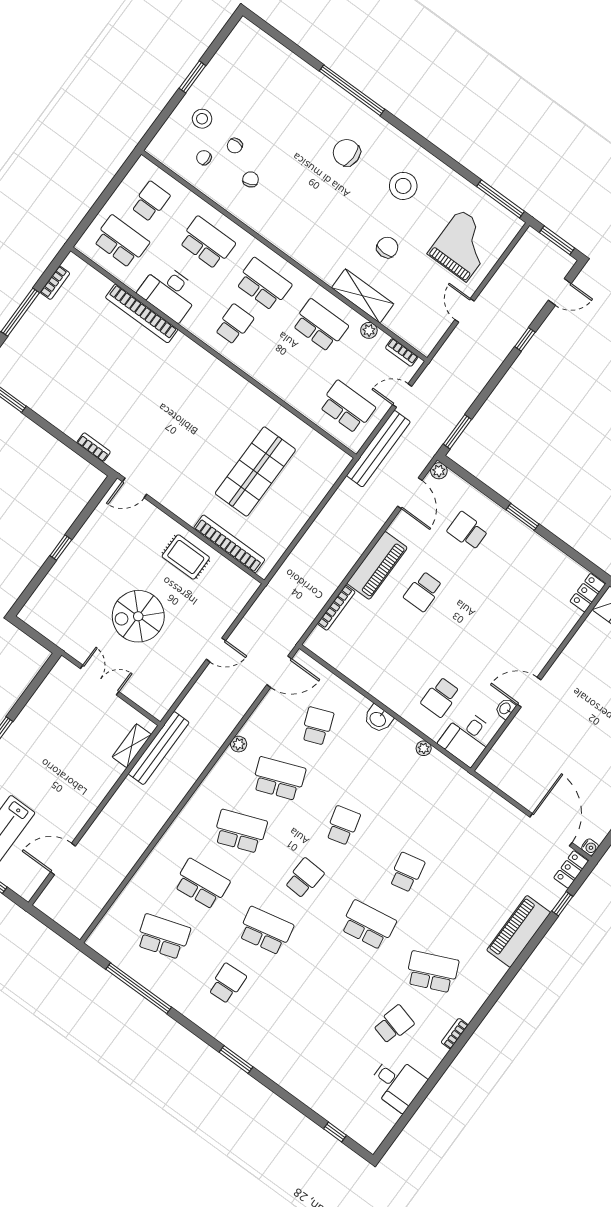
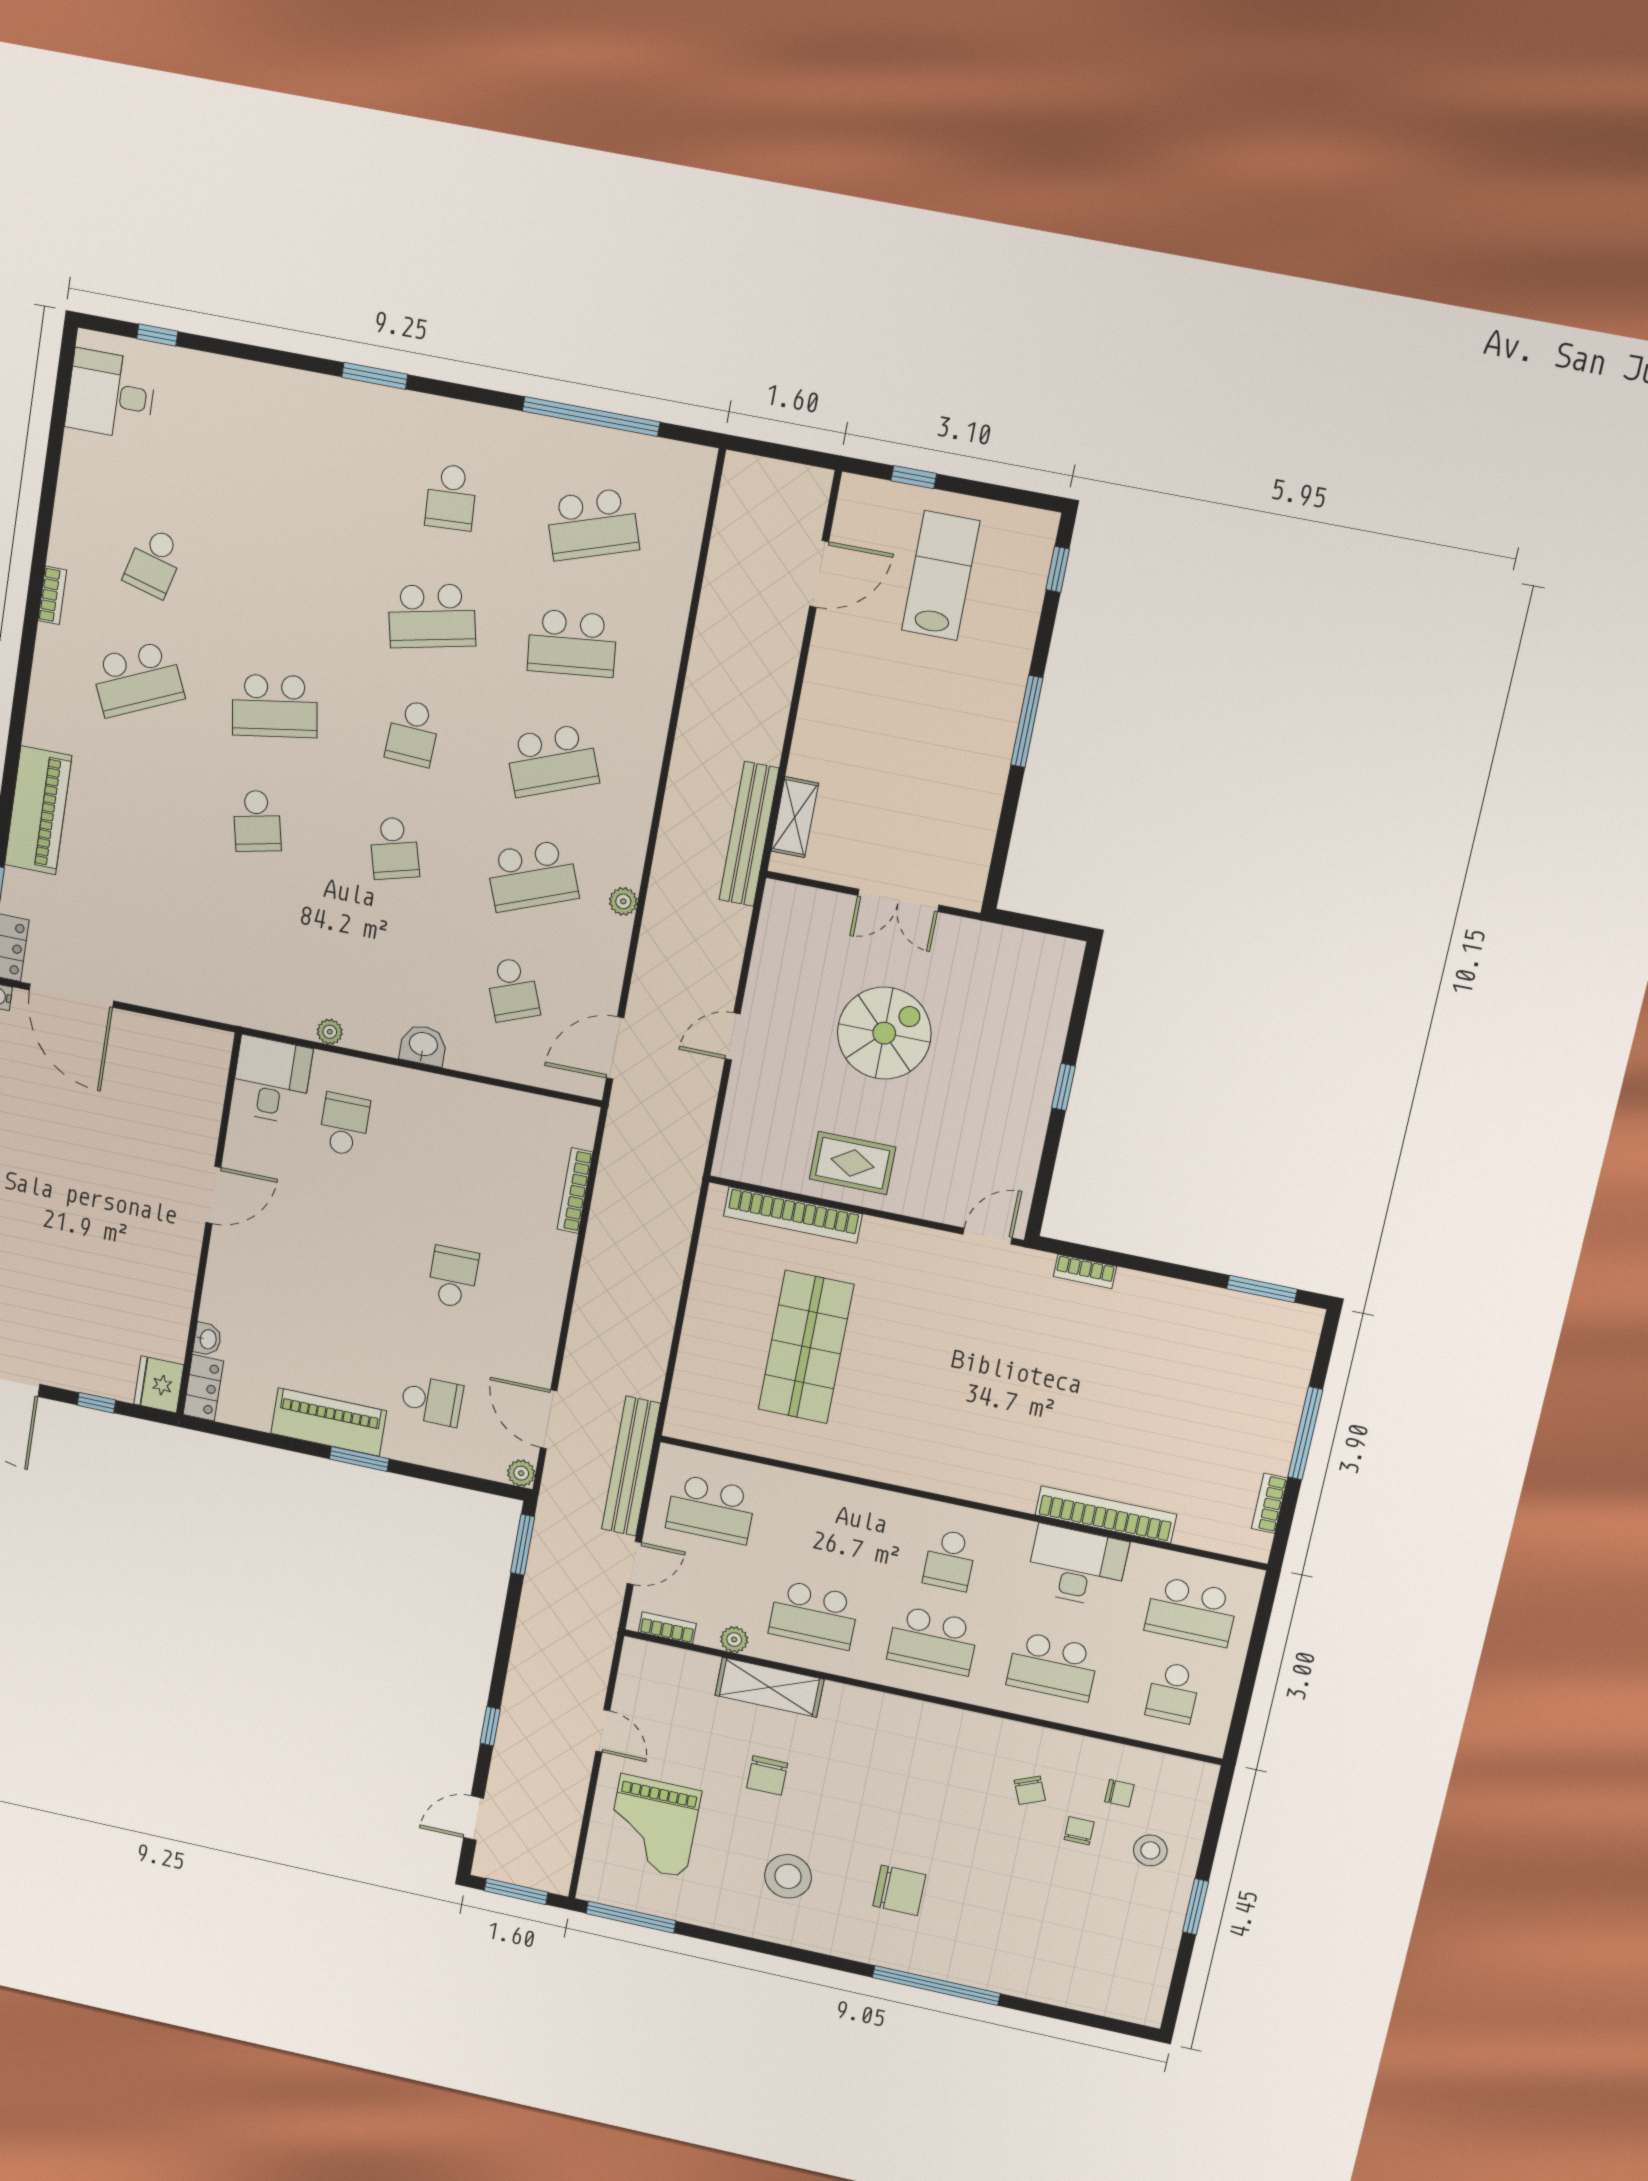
piano: (377, 565) -> (329, 1422), moved, turned 90
washbasin: (505, 709) -> (207, 1339), moved
desk: (397, 1083) -> (111, 395), moved

